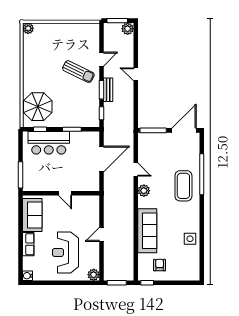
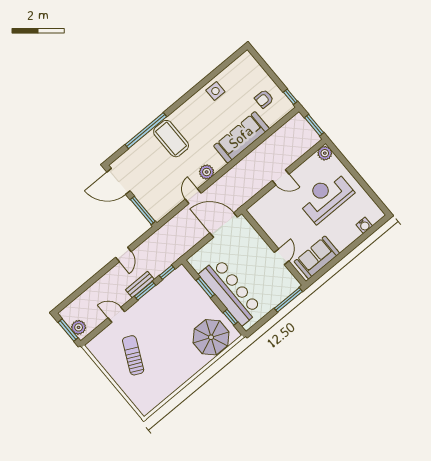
plant: (28, 28) -> (145, 408), removed
plant: (128, 29) -> (79, 327), moved
sun lounger: (78, 72) -> (133, 355), moved
door: (136, 74) -> (123, 254), moved
bar counter: (49, 143) -> (230, 292), width x1.36
door: (102, 159) -> (224, 225), moved
coffee table: (183, 186) -> (171, 139), turned 90
door: (65, 193) -> (282, 257), moved
row of seats: (28, 244) -> (347, 238), removed
reception desk: (65, 252) -> (326, 197), turned 180
water cooler: (28, 276) -> (364, 225), moved

